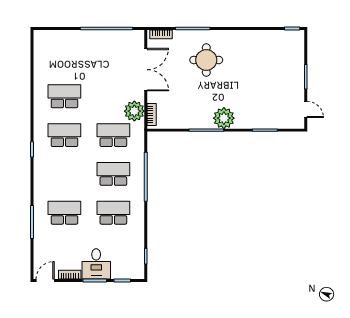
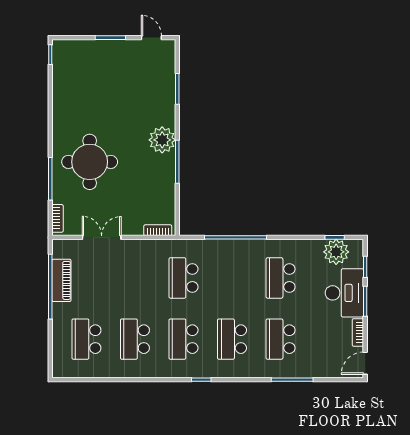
piano: (111, 37) -> (61, 280), added
school desk: (64, 57) -> (86, 339), added
round table: (206, 60) -> (90, 162), width x1.36, depth x1.36
double door: (146, 70) -> (102, 237), width x0.73
door: (306, 110) -> (151, 38), hinge flipped
plant: (134, 111) -> (336, 252), moved
school desk: (113, 174) -> (232, 339), moved
desk: (96, 264) -> (344, 293), width x1.37
door: (45, 281) -> (365, 363), hinge flipped

